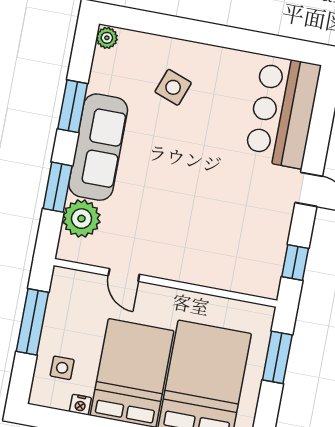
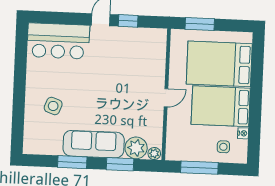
plant: (107, 38) -> (154, 153), moved
window: (295, 262) -> (128, 21), moved
door: (124, 275) -> (166, 98), moved

